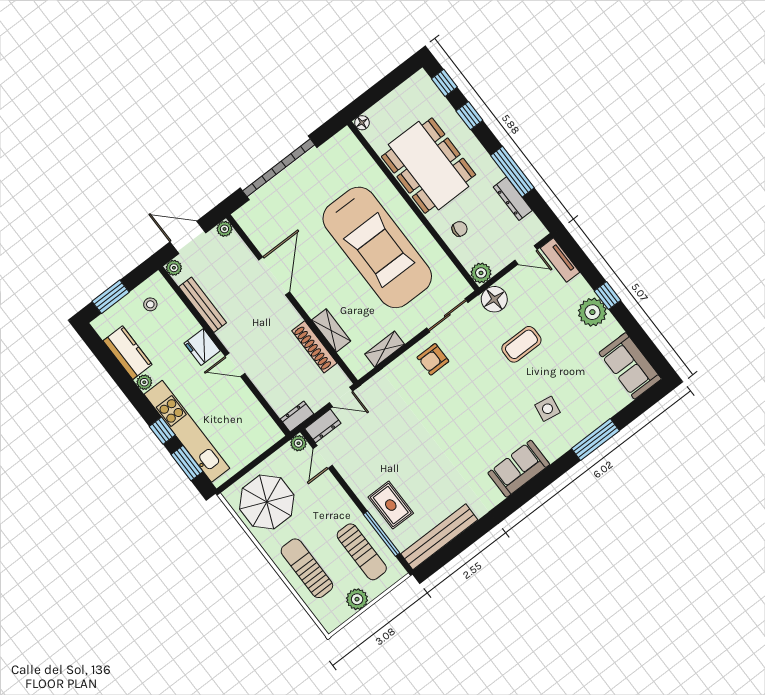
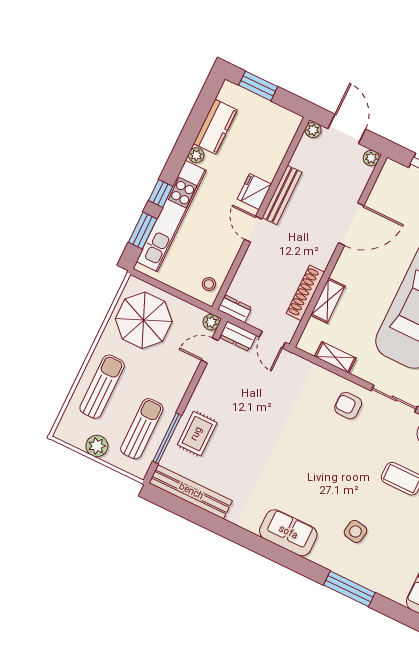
stool: (150, 304) -> (209, 284), moved
bench: (203, 305) -> (282, 195), moved
sun lounger: (362, 552) -> (142, 429), turned 180

